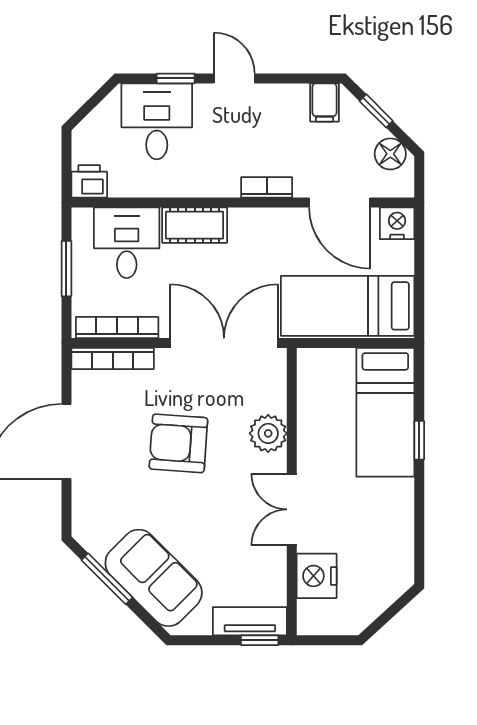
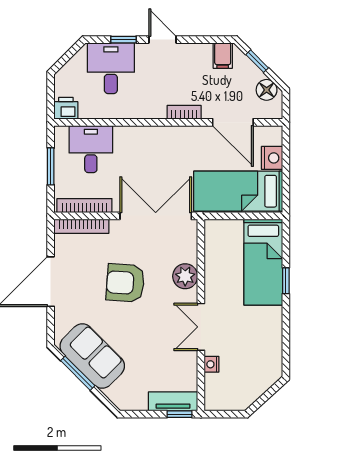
nightstand: (397, 223) -> (272, 158), moved, turned 90
cot: (195, 225) -> (136, 137), removed
nightstand: (317, 576) -> (212, 364), width x0.53, depth x0.56
sofa: (154, 578) -> (92, 356), moved

